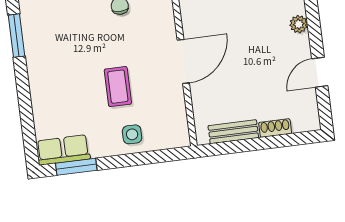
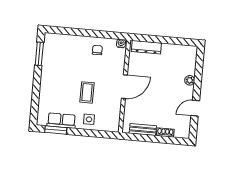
row of seats: (63, 150) -> (61, 121), moved

